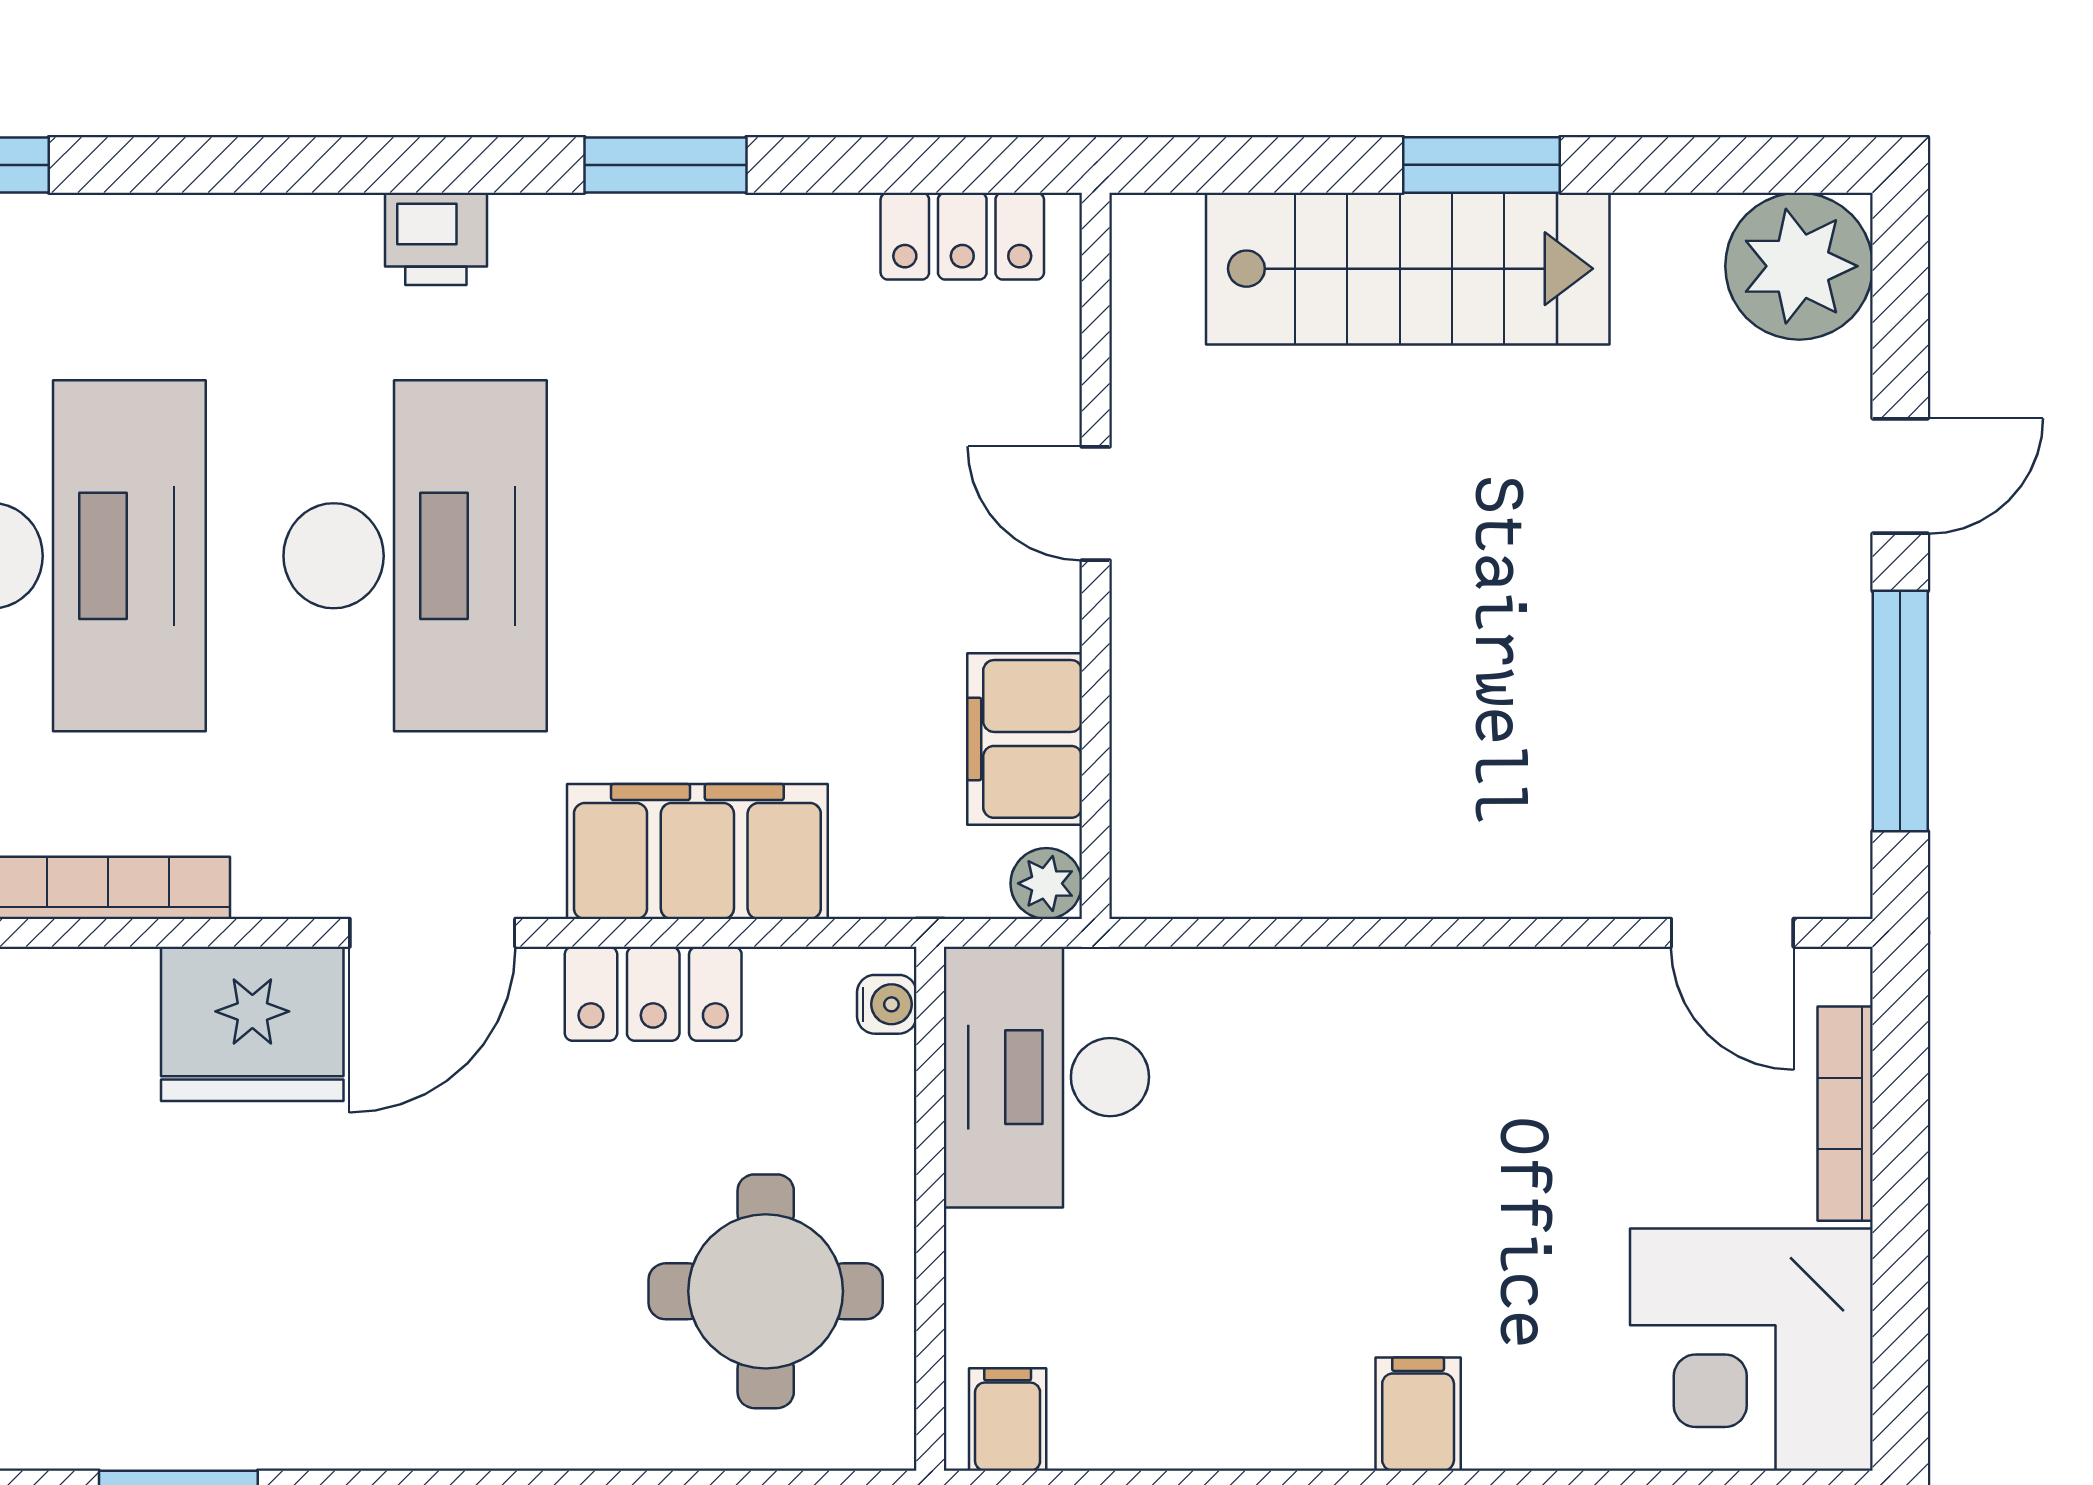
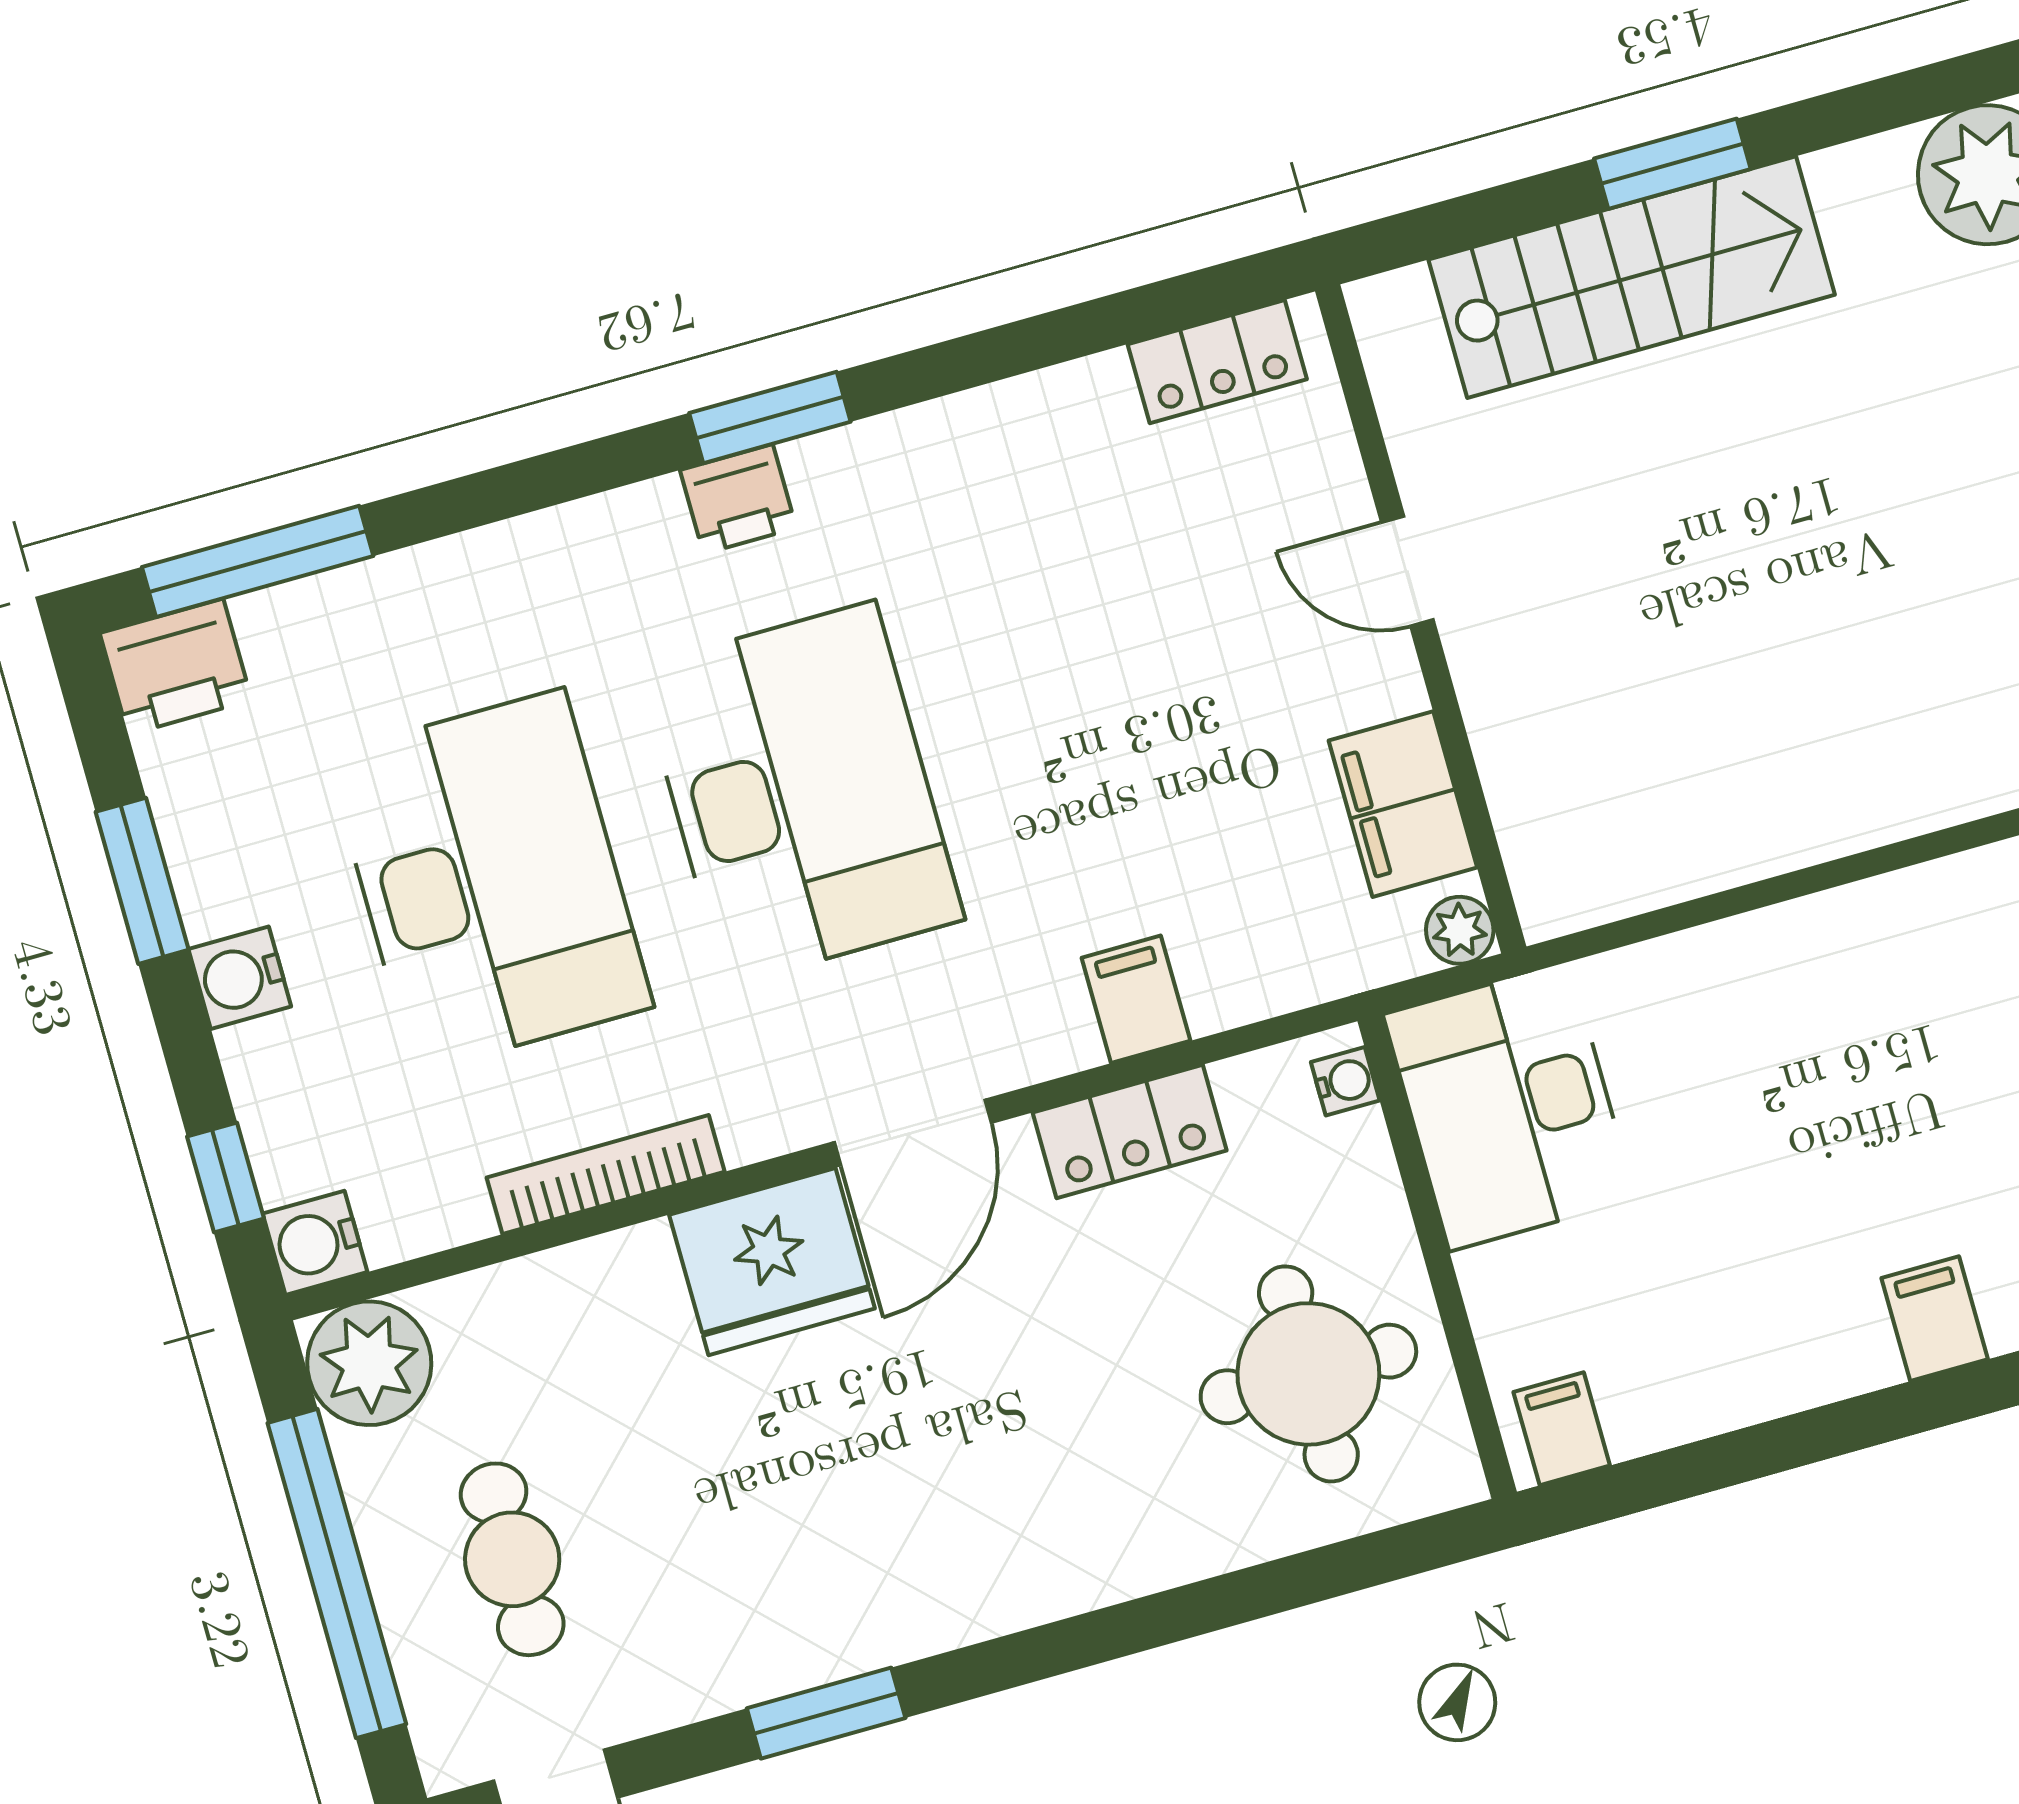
window: (665, 165) -> (770, 417), moved
filing cabinet: (697, 851) -> (1136, 999), width x0.33, depth x0.86

